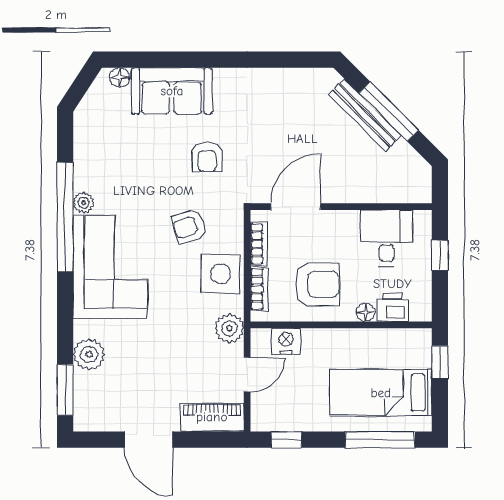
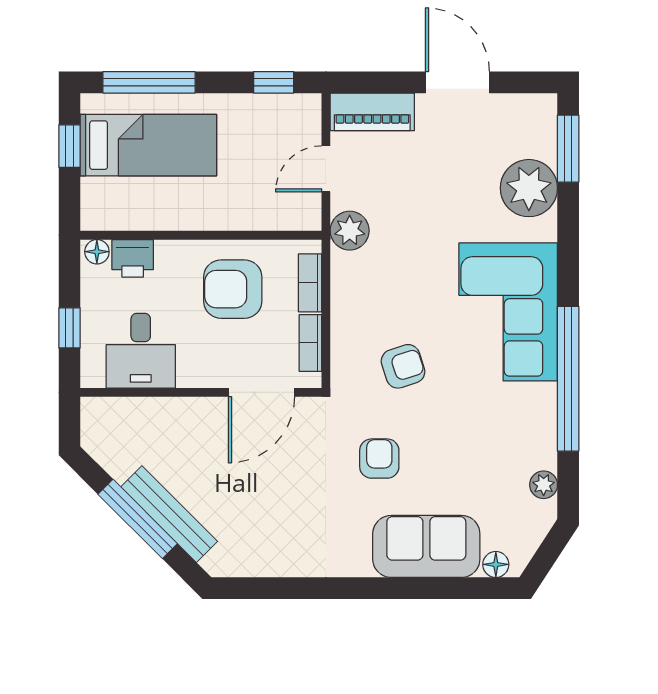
plant: (84, 203) -> (544, 485), moved
side table: (221, 274) -> (361, 303), removed
floor lamp: (366, 312) -> (97, 252), moved
nightstand: (286, 341) -> (274, 213), removed
plant: (89, 354) -> (529, 188), width x1.36, depth x1.36
window: (440, 362) -> (69, 146), moved

